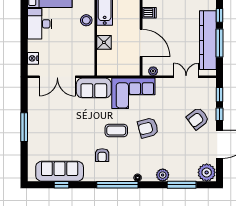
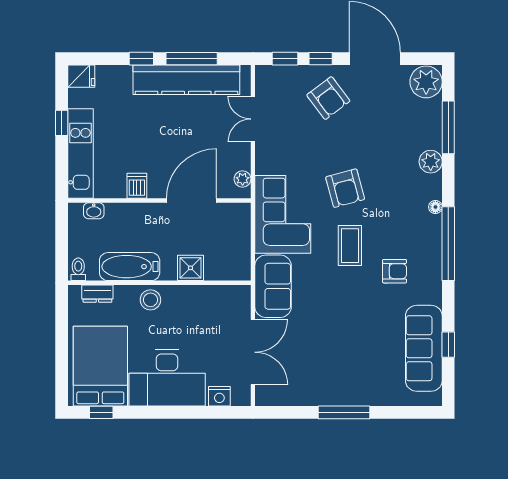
desk: (40, 24) -> (167, 378), width x1.36, depth x1.30

